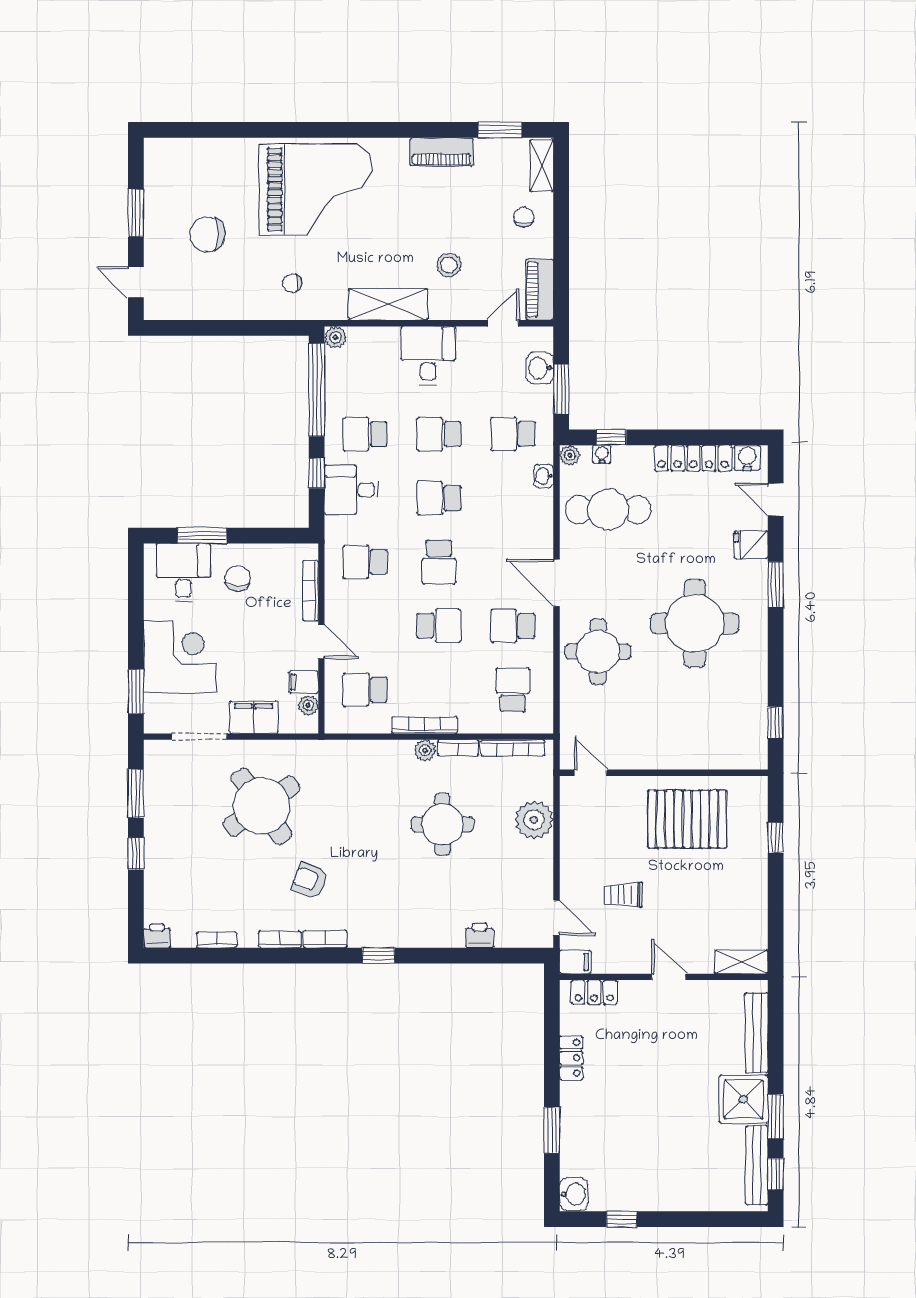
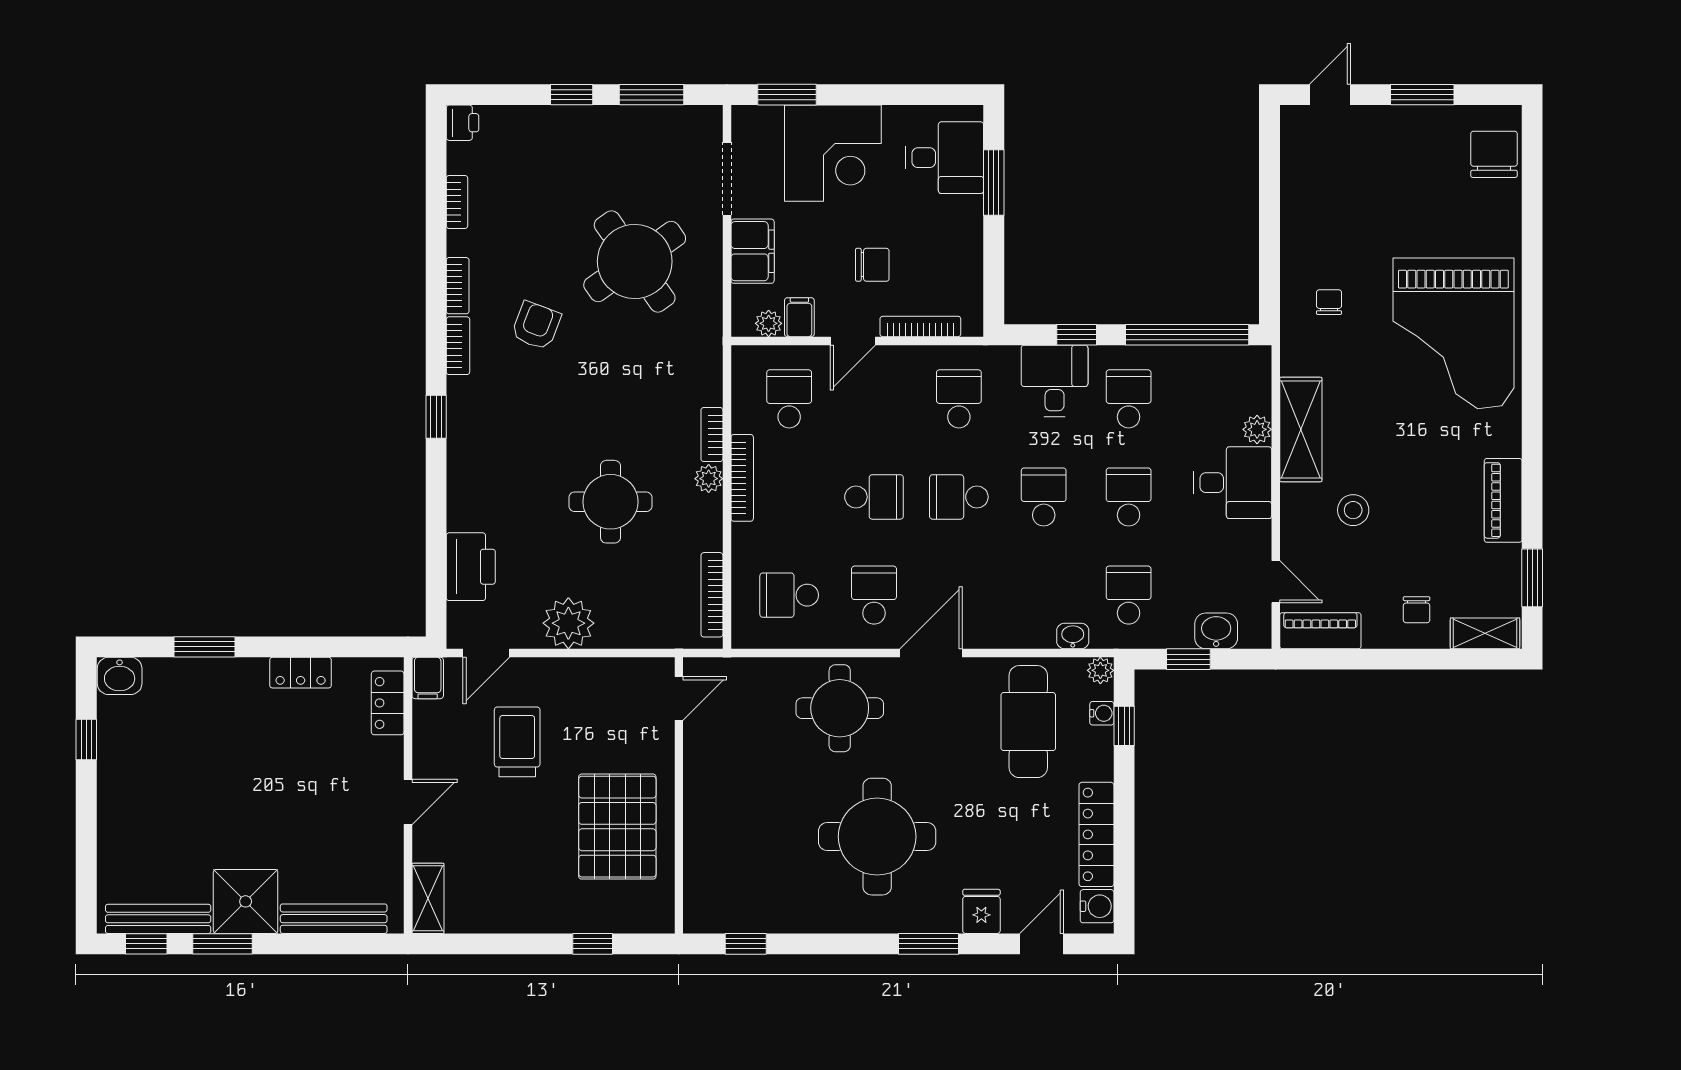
chair: (524, 217) -> (1417, 610), turned 90
chair: (207, 234) -> (1494, 154), moved
plant: (335, 337) -> (1257, 429), moved
window: (561, 389) -> (1188, 659), width x0.67
chair: (238, 578) -> (872, 265), moved
school desk: (439, 626) -> (874, 497), turned -90
school desk: (513, 690) -> (789, 595), turned 180
bookcase: (458, 748) -> (712, 435), moved
plant: (534, 820) -> (568, 623), moved
trolley: (623, 895) -> (517, 742), width x1.36, depth x1.39
printer: (480, 936) -> (471, 567), width x1.87, depth x1.48

